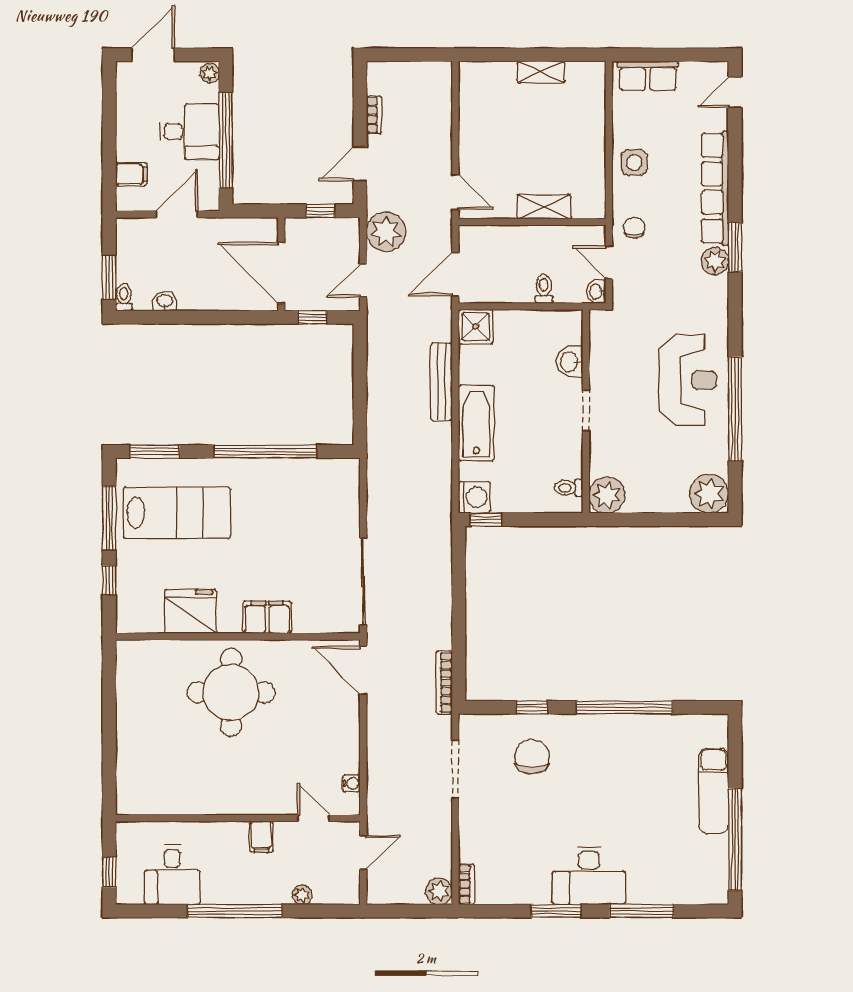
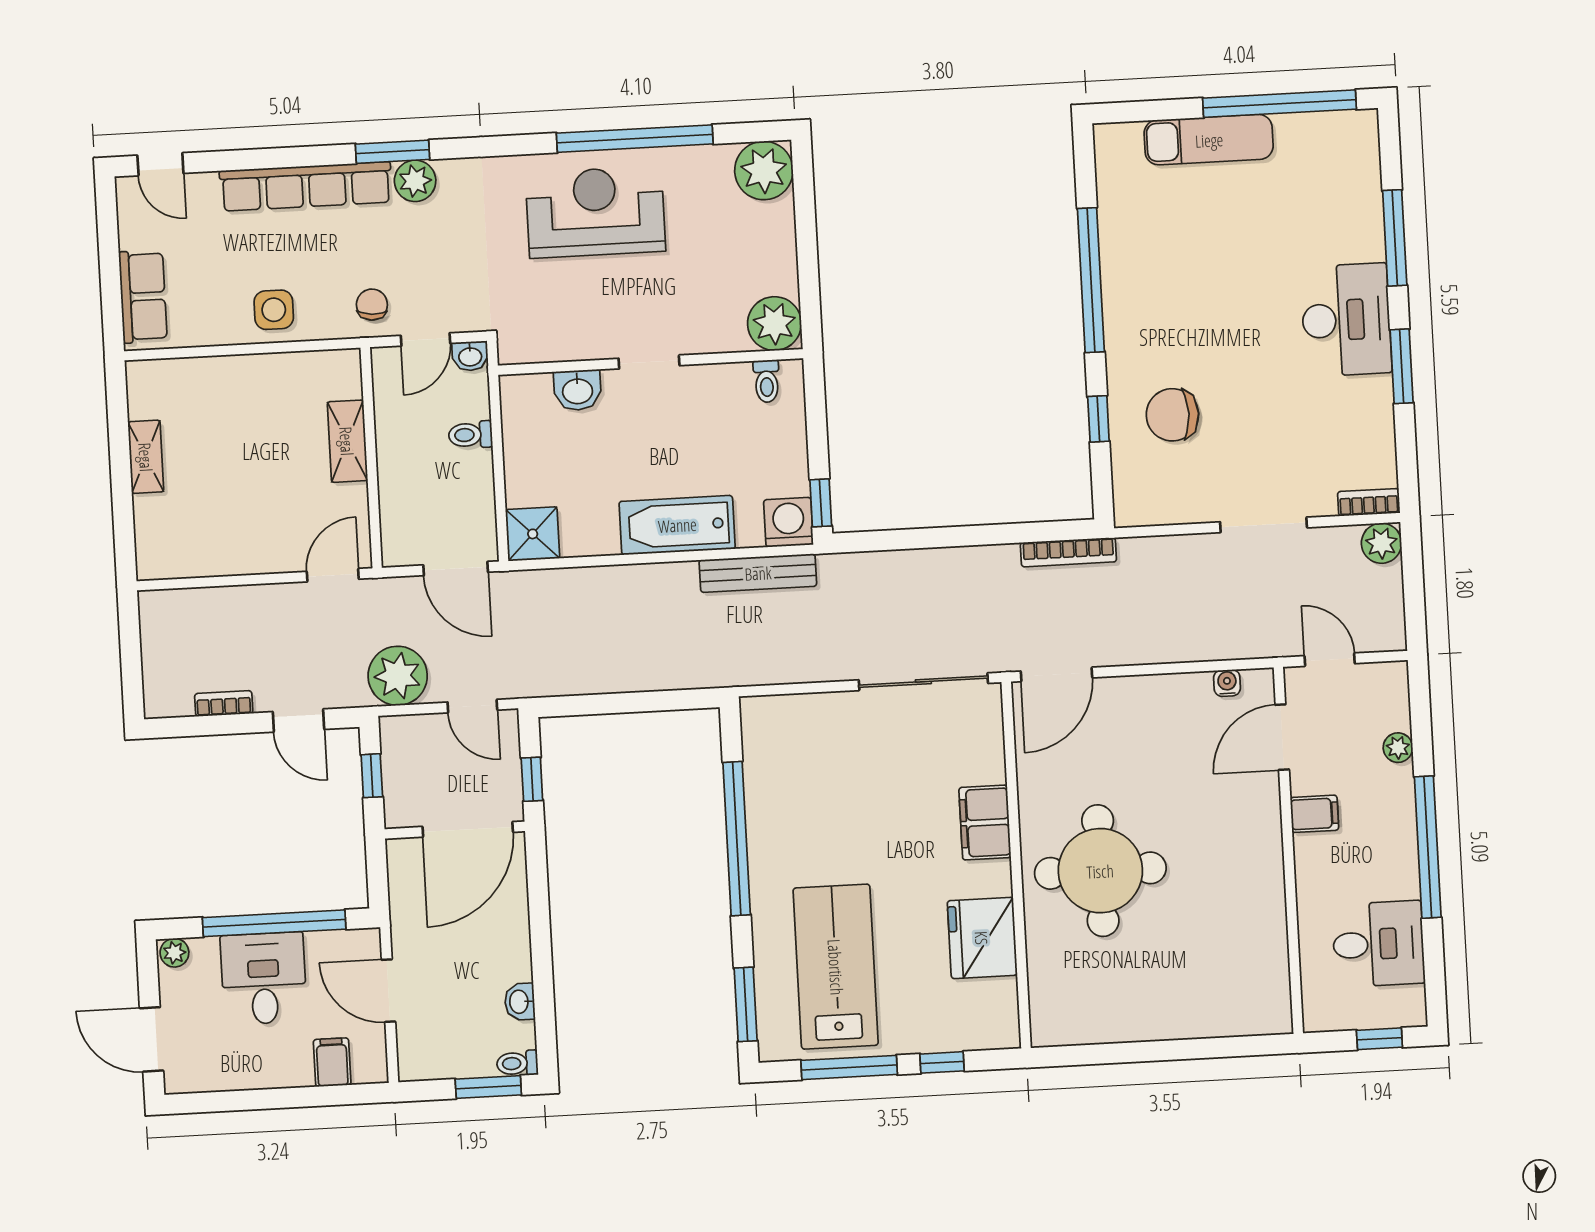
chair: (634, 228) -> (372, 305), turned 94
bench: (441, 382) -> (758, 573), moved
doorway: (455, 769) -> (1264, 525), moved
door: (313, 818) -> (1282, 737), width x1.38

